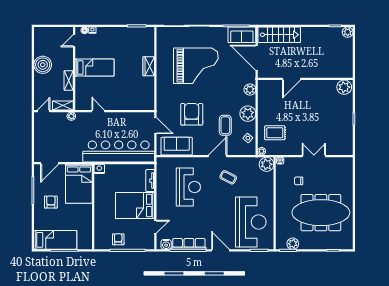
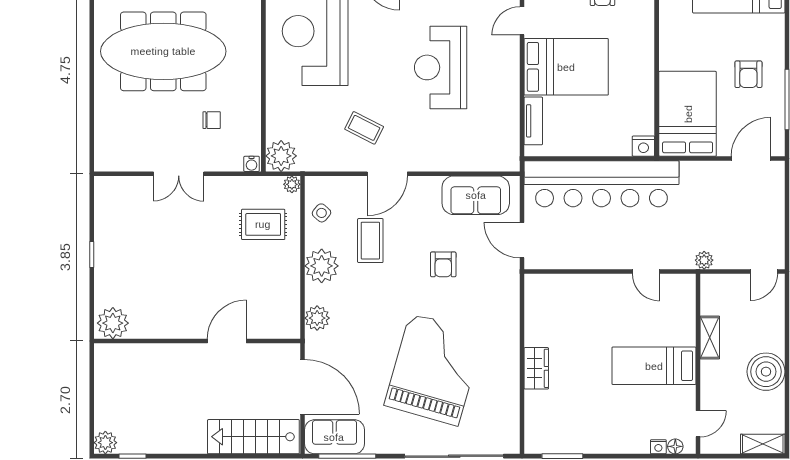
grand piano: (196, 66) -> (434, 369), turned 106
shelving: (63, 105) -> (763, 444), moved
armchair: (192, 114) -> (443, 264), width x0.53, depth x0.53
reception desk: (188, 187) -> (441, 67), moved

